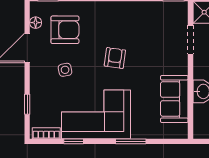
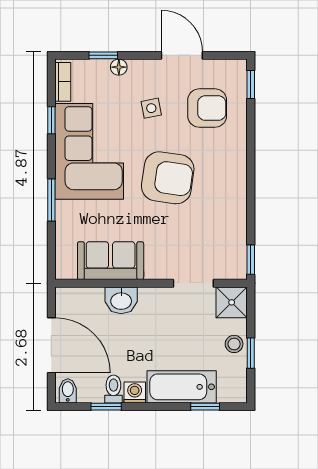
floor lamp: (36, 23) -> (119, 67), moved
armchair: (65, 30) -> (207, 108), turned -90
armchair: (115, 58) -> (168, 178), width x1.88, depth x1.88

